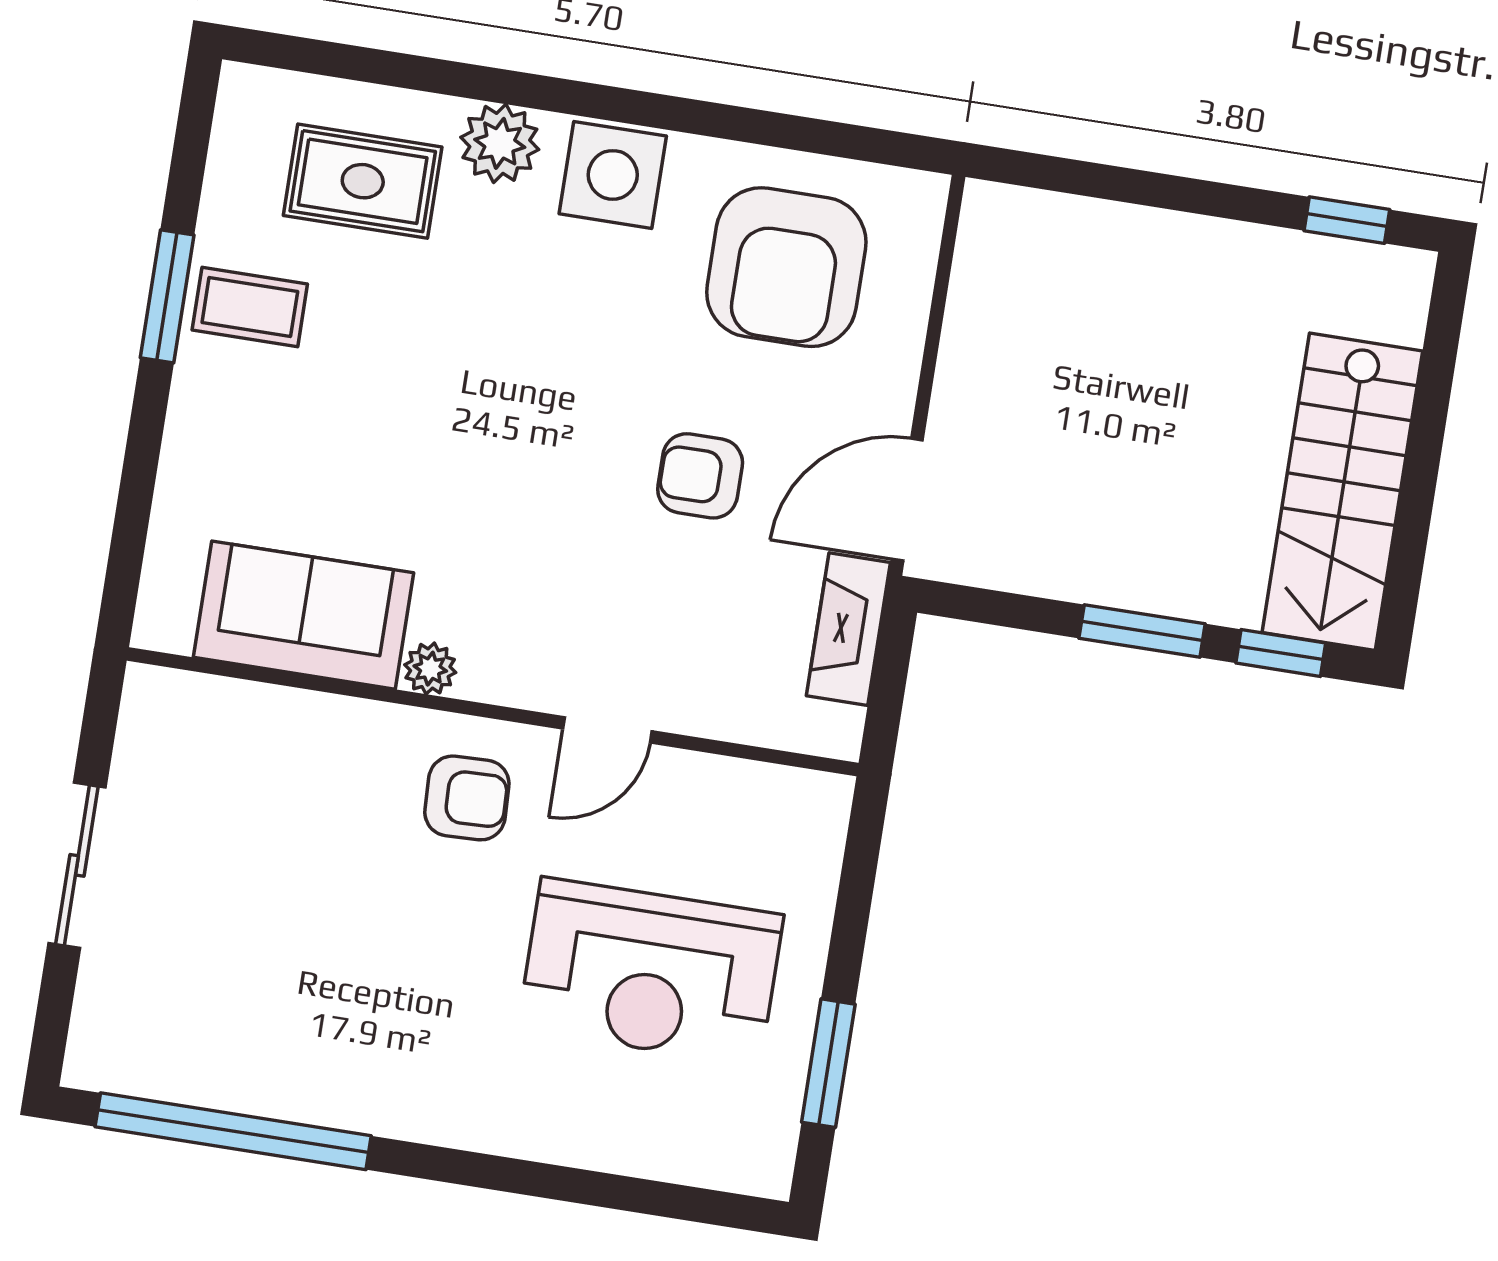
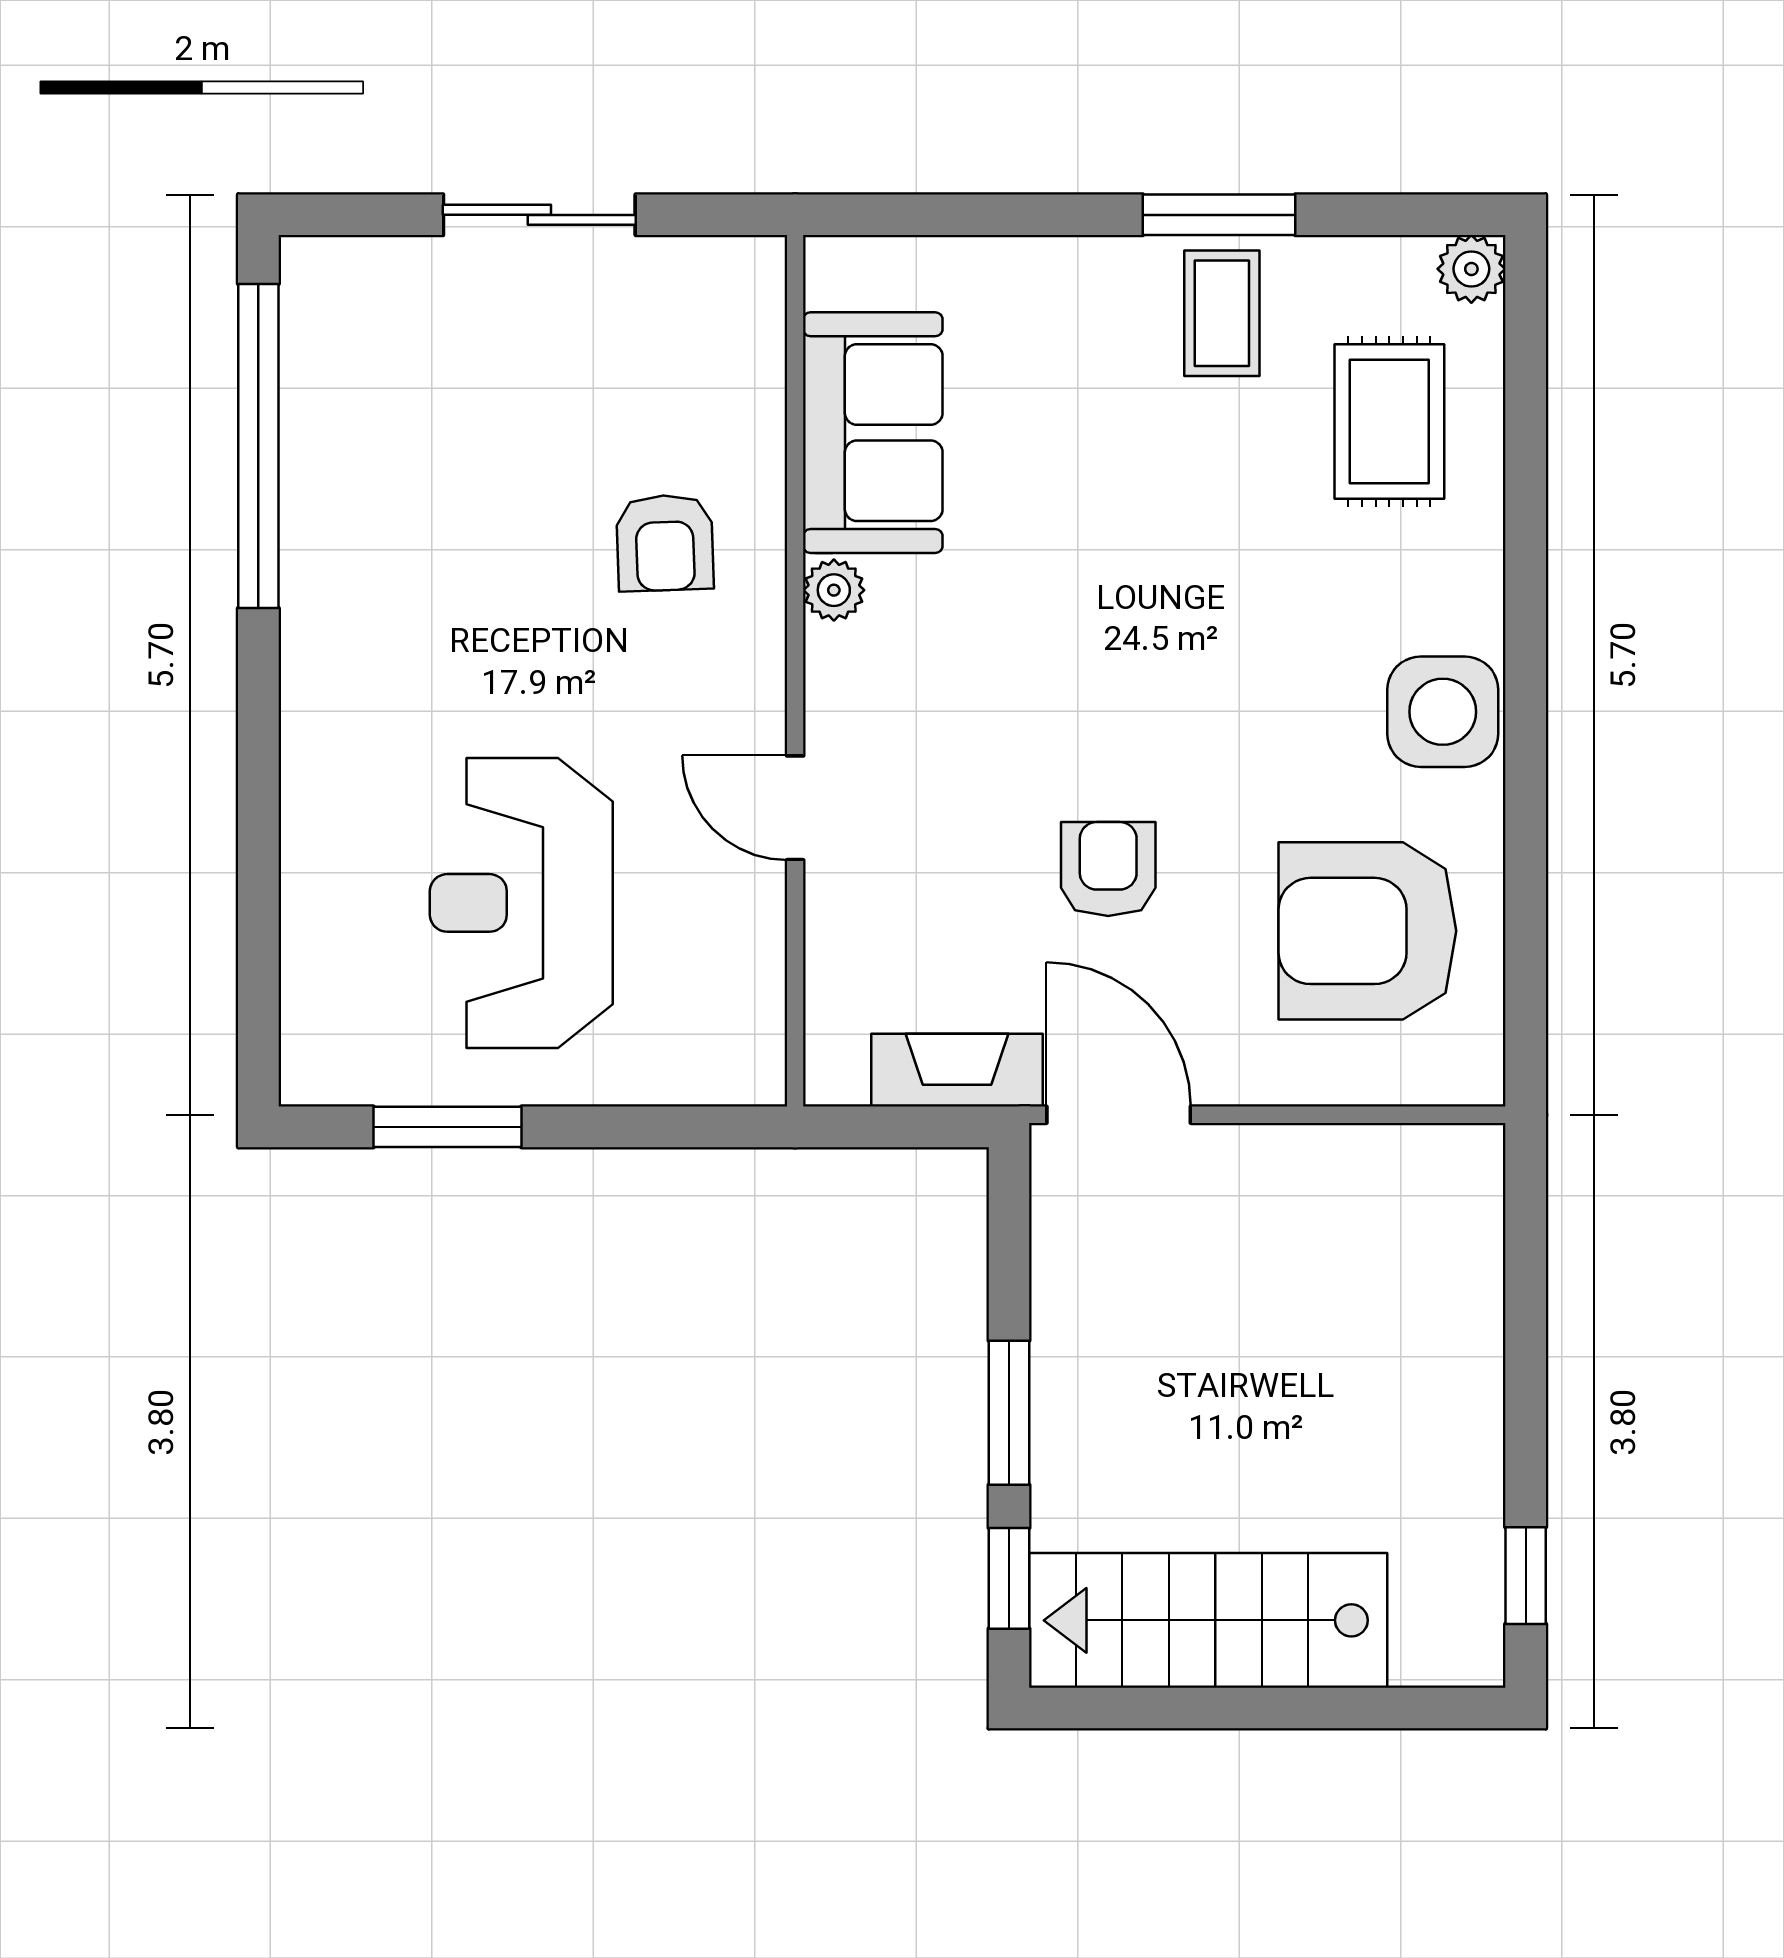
plant: (500, 143) -> (1471, 269), moved, width x0.73, depth x0.73
armchair: (467, 798) -> (665, 543), moved

